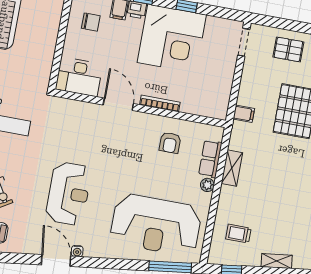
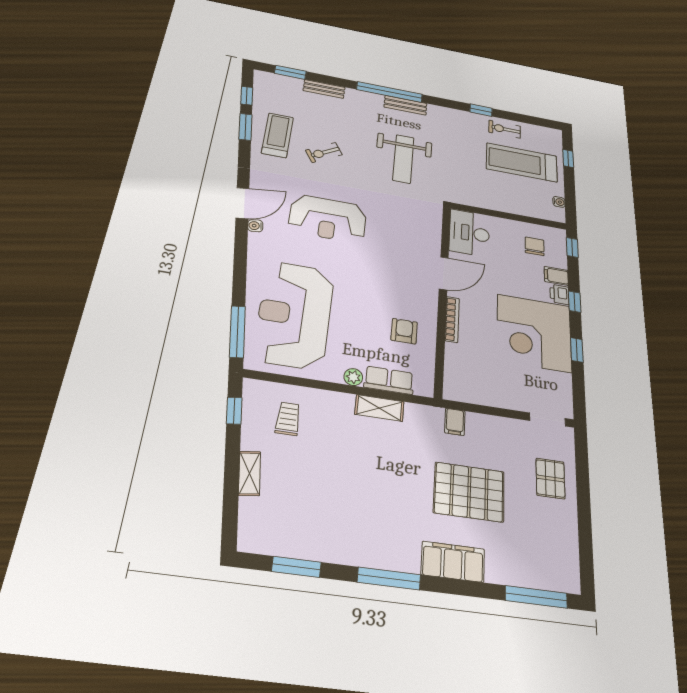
chair: (91, 22) -> (535, 246), turned 180
armchair: (170, 143) -> (404, 331), turned 90

